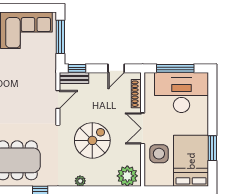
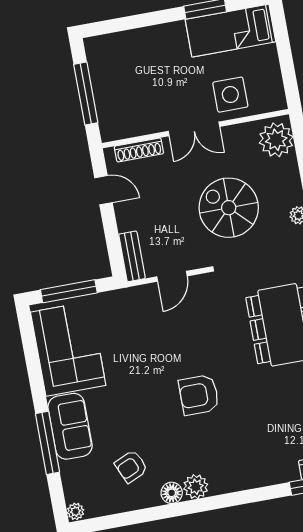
window: (77, 68) -> (115, 255), removed
desk: (181, 93) -> (123, 76), removed
door: (58, 100) -> (172, 276), swing flipped
bed: (191, 161) -> (230, 31), width x0.67

